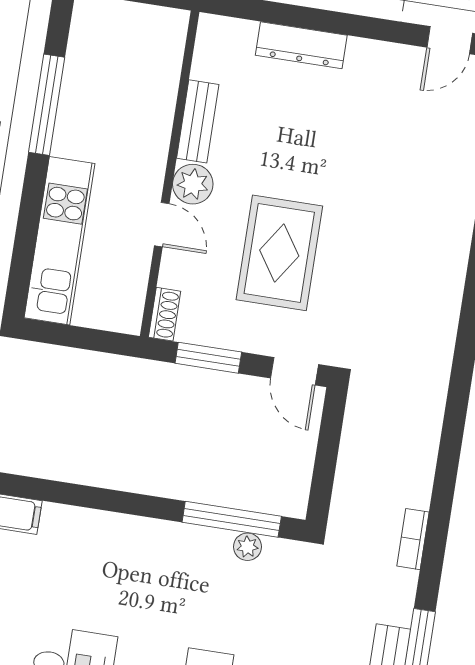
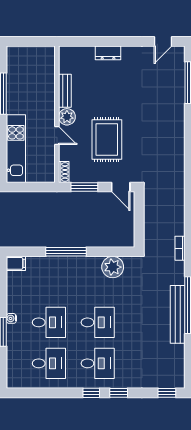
dresser: (301, 45) -> (108, 53), width x0.70
window: (232, 519) -> (66, 252), moved
plant: (247, 547) -> (113, 267), width x1.88, depth x1.88

